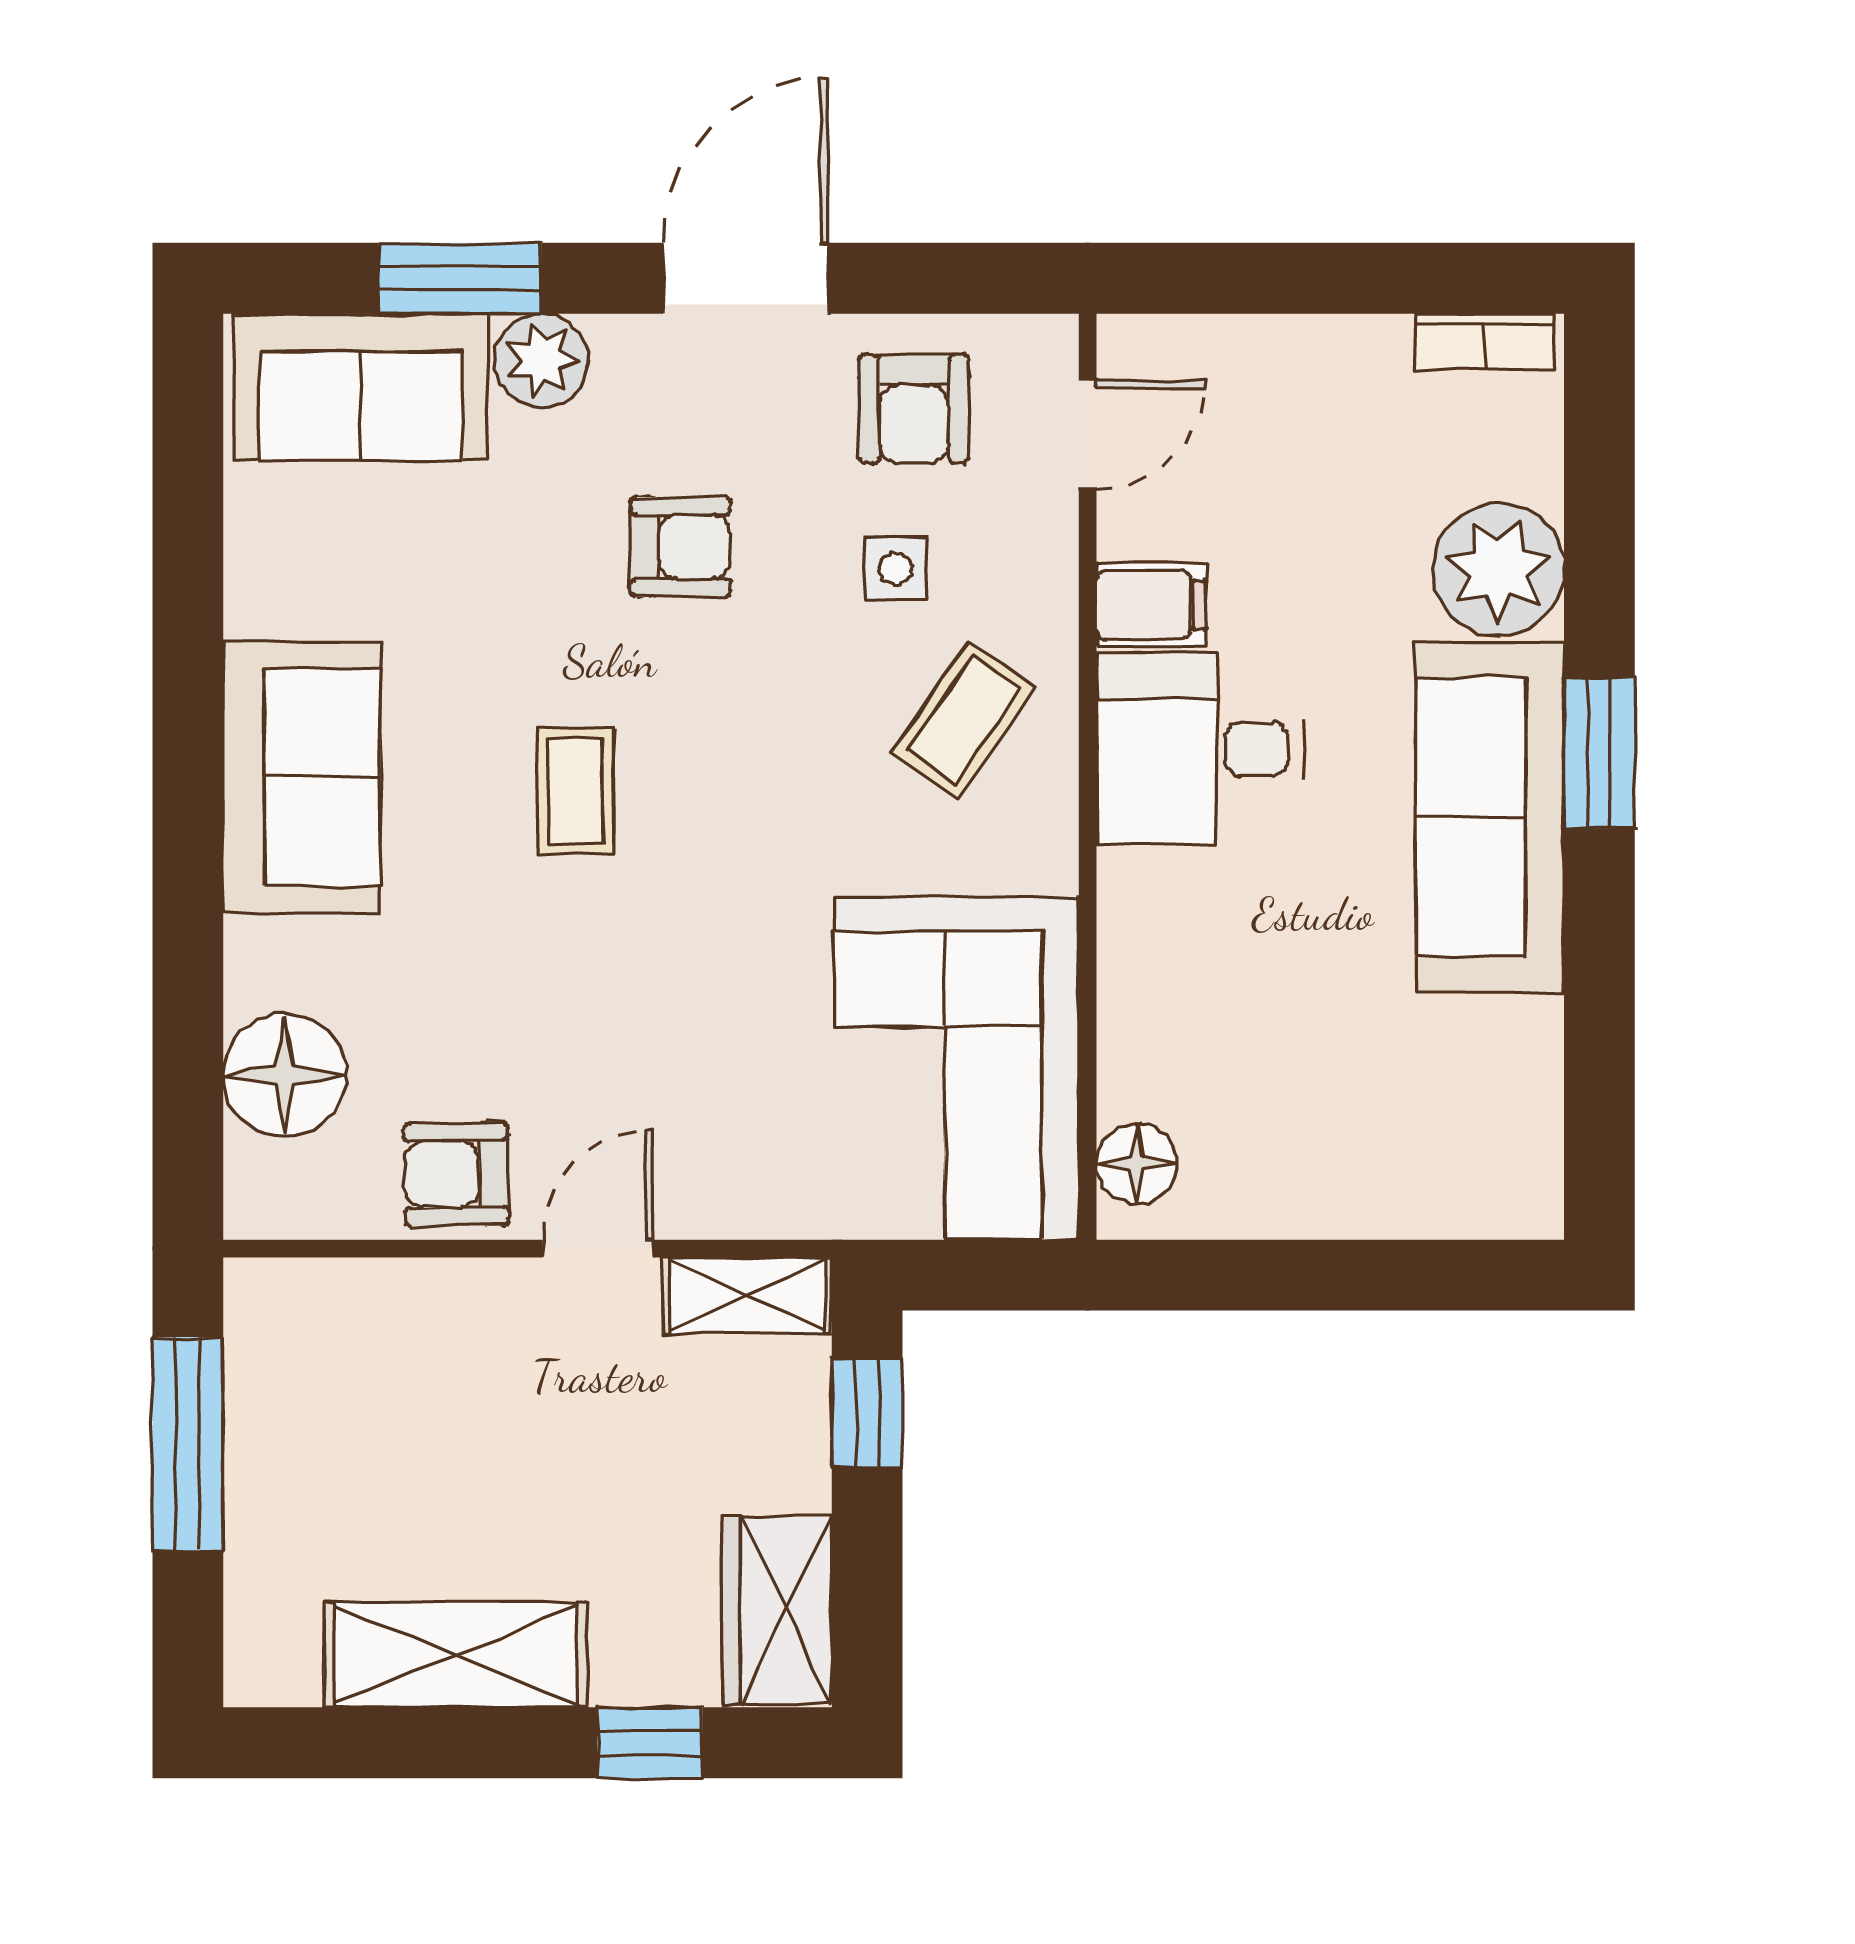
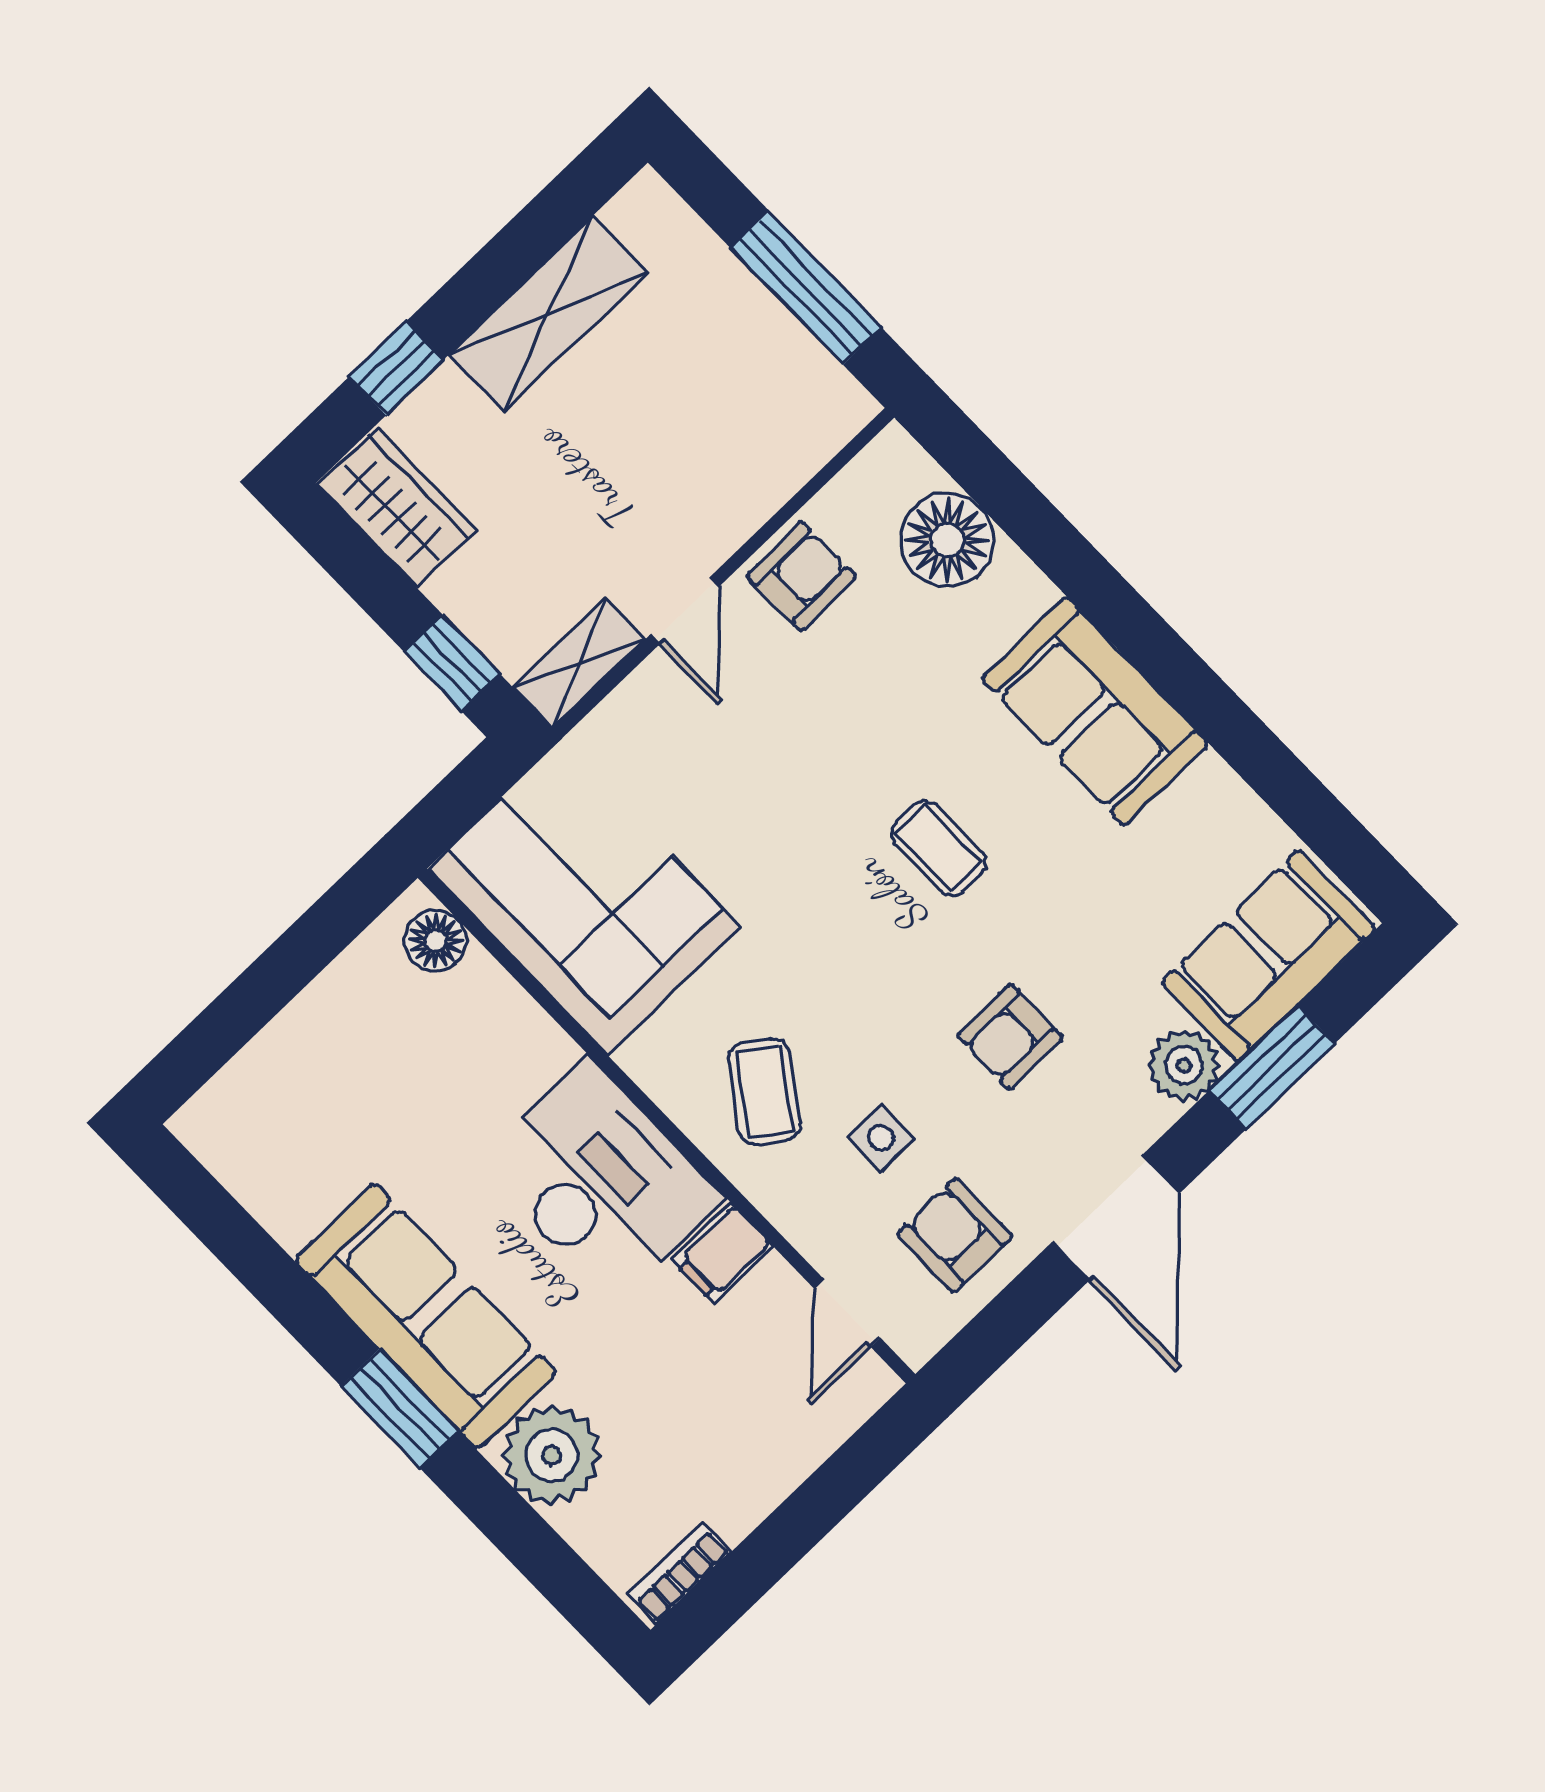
desk: (1200, 749) -> (601, 1181), width x1.37

